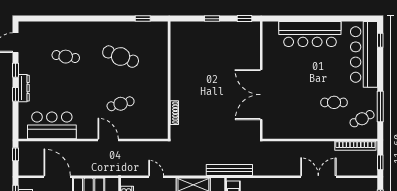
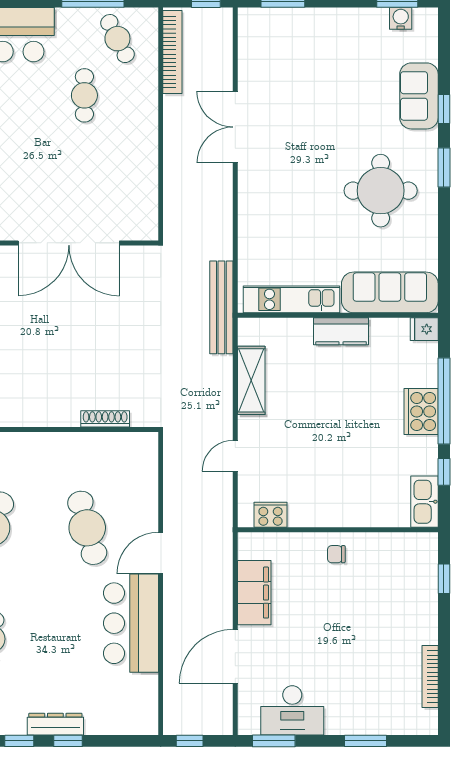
cafe table: (121, 104) -> (87, 528), width x1.37, depth x1.35
bar counter: (52, 125) -> (131, 623), moved

